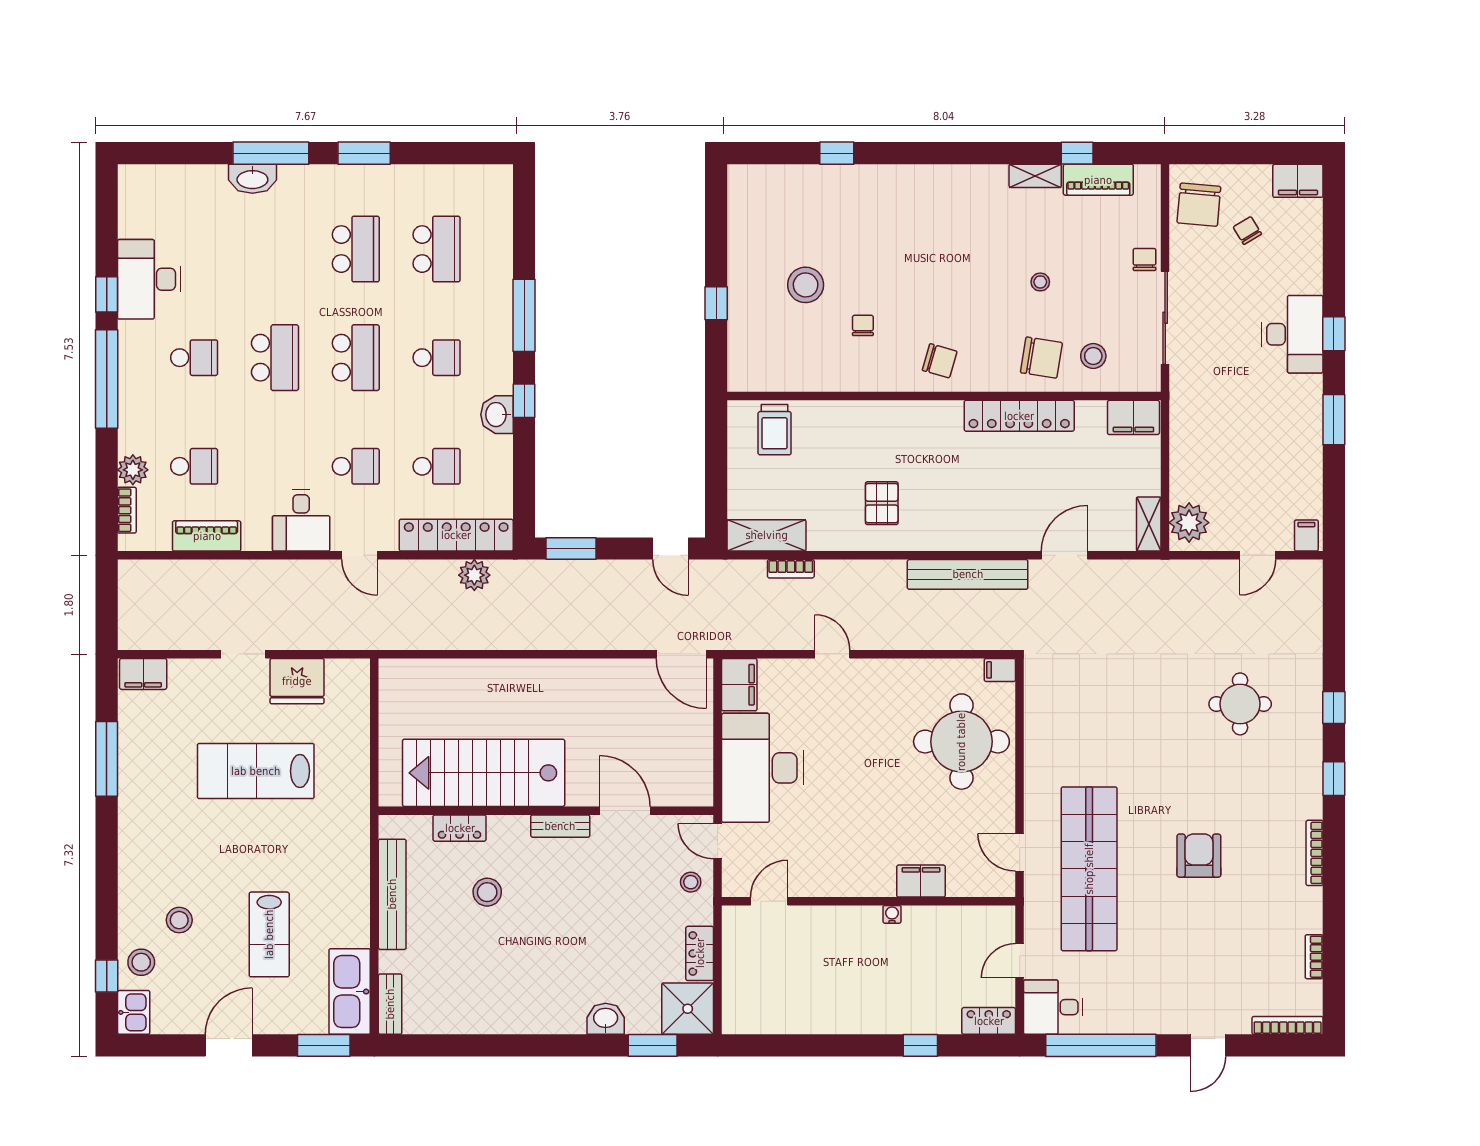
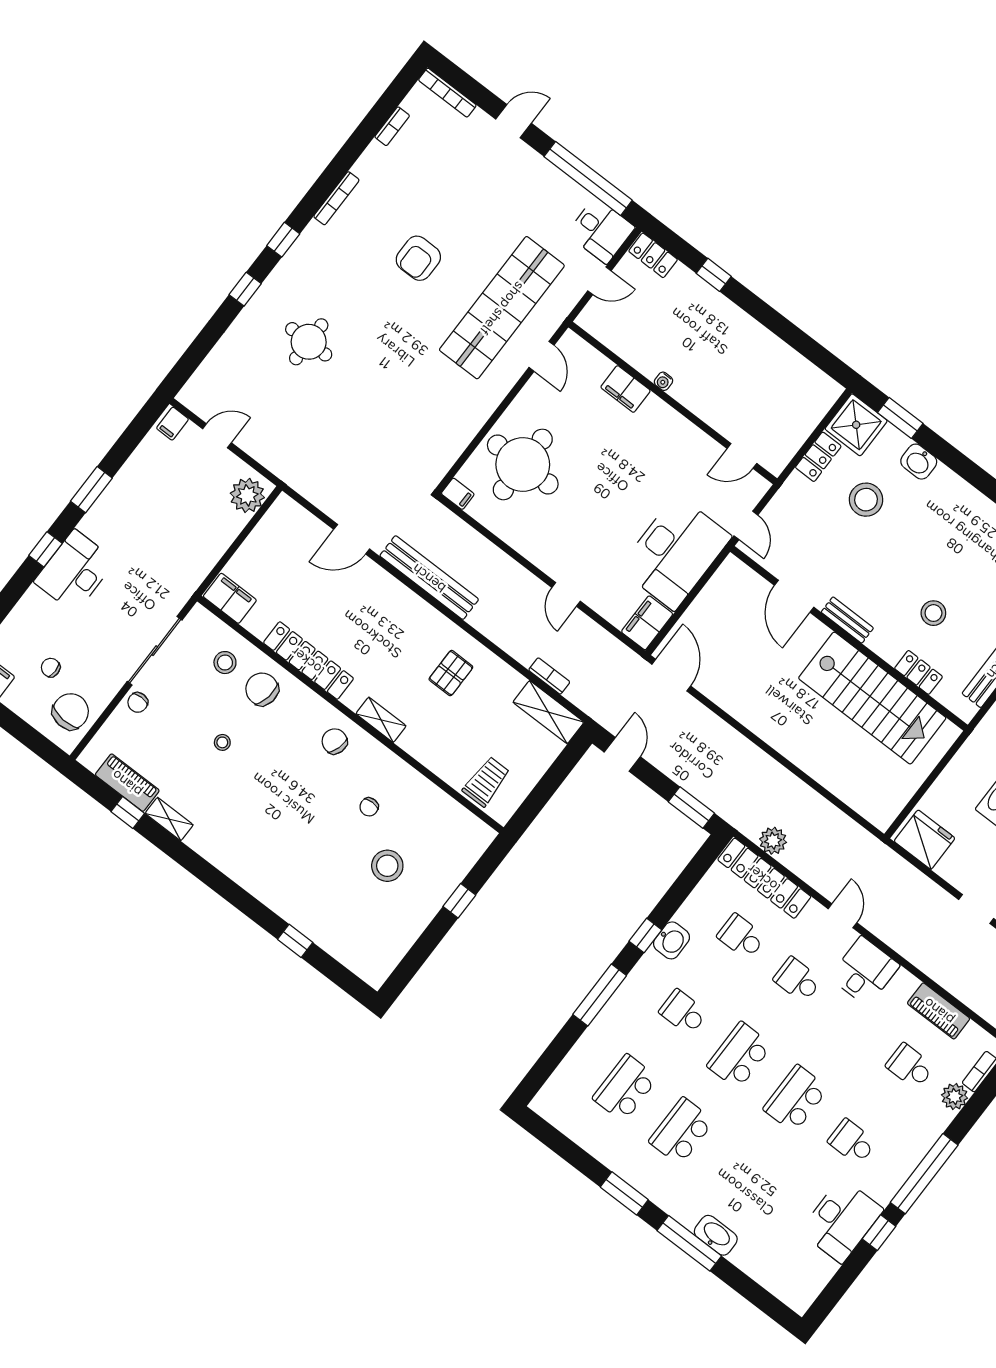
chair: (1247, 231) -> (51, 668), turned 121
shelving: (1149, 524) -> (381, 720), moved, turned 90
fridge: (297, 681) -> (924, 840), moved
stool: (691, 882) -> (866, 500), moved, width x1.89, depth x1.89

